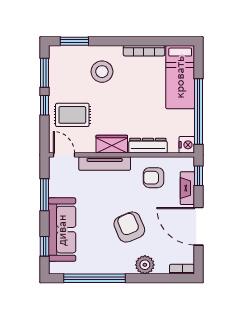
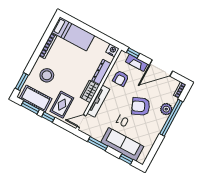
cot: (61, 73) -> (36, 99), added
window: (199, 112) -> (98, 34), removed
window: (95, 278) -> (171, 118), moved

